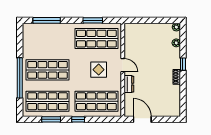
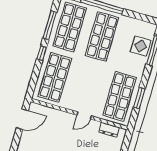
display table: (99, 70) -> (141, 46), moved
dresser: (129, 84) -> (109, 130), moved
window: (51, 119) -> (50, 25), width x1.44

